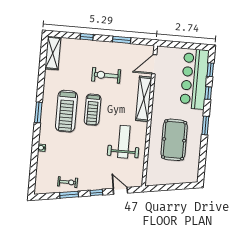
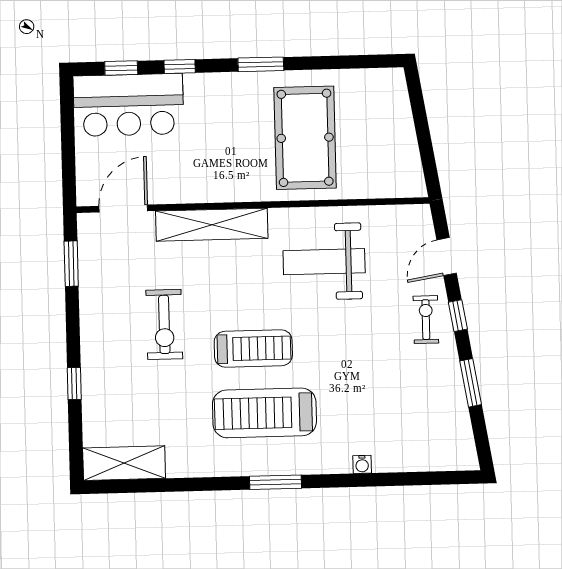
window: (122, 40) -> (71, 264), moved
door: (154, 64) -> (123, 209), swing flipped
bar counter: (195, 79) -> (128, 105), width x0.73
treadmill: (66, 111) -> (264, 413), turned 180
pool table: (174, 140) -> (305, 138), turned 90
exercise bike: (68, 182) -> (426, 320), moved

